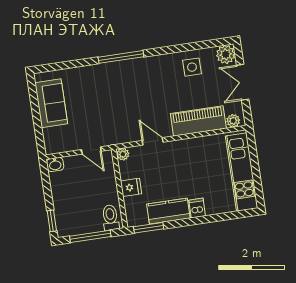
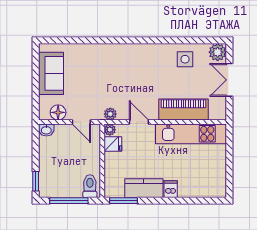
window: (121, 57) -> (121, 40), removed
plant: (233, 121) -> (110, 114), moved
floor lamp: (65, 144) -> (58, 112), added
kitchen unit: (242, 172) -> (191, 134), moved, turned -90
fridge: (131, 187) -> (113, 144), moved

